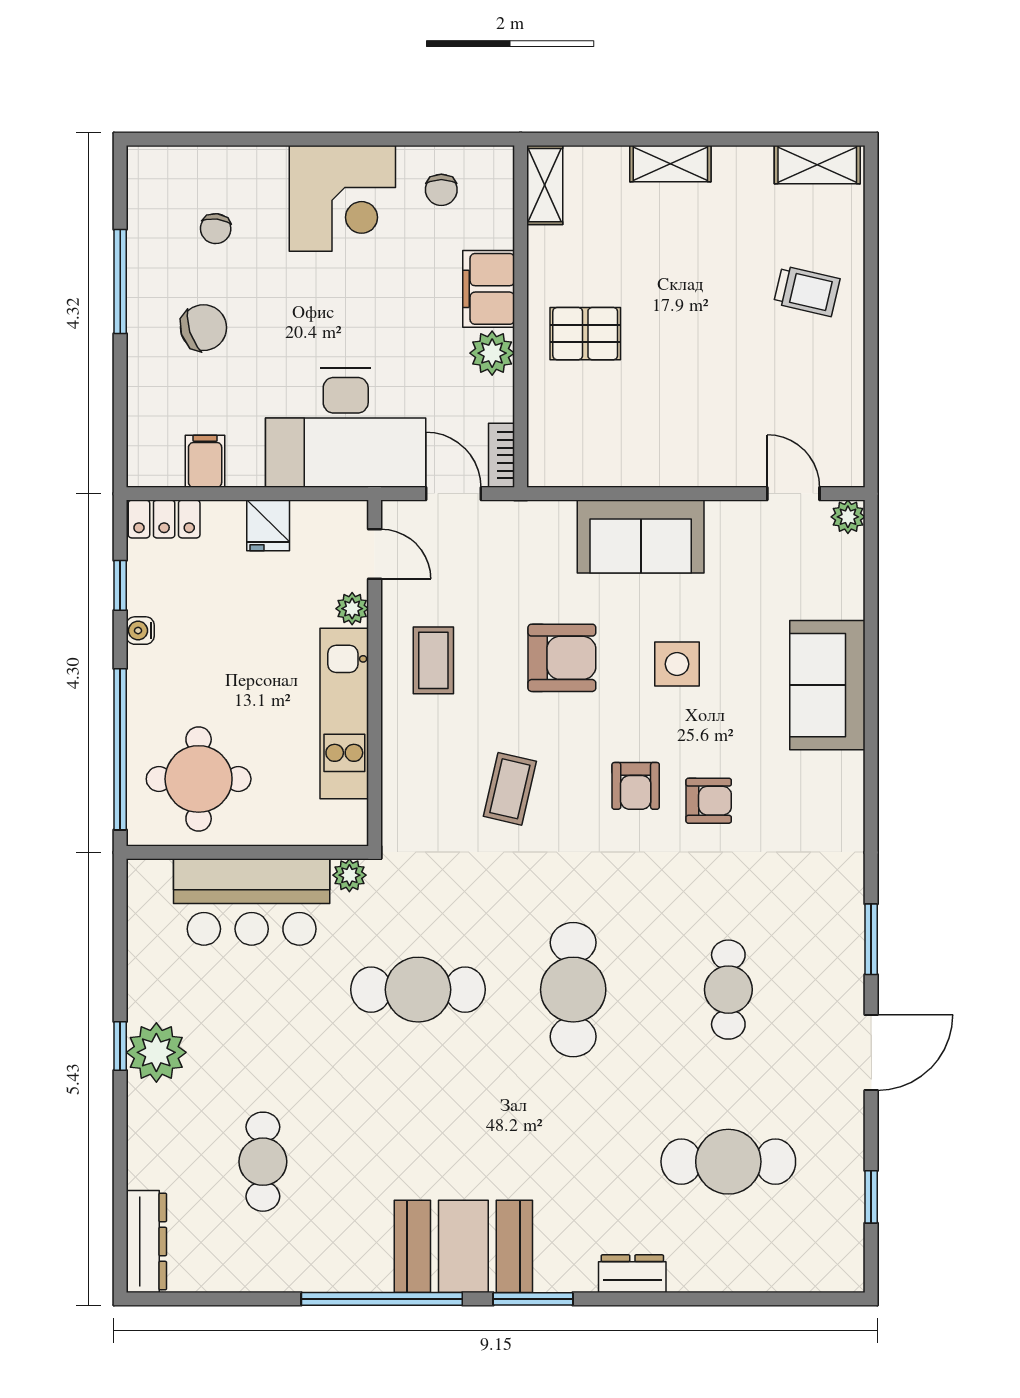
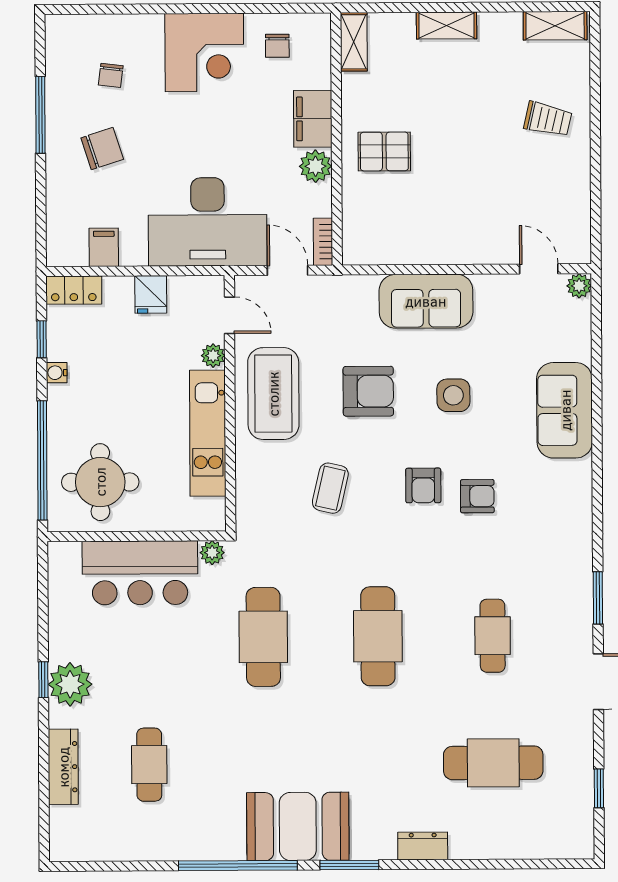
coffee table: (433, 660) -> (273, 394), width x1.86, depth x1.72
cafe table: (418, 990) -> (263, 637), turned 90
dresser: (146, 1242) -> (63, 767), moved

